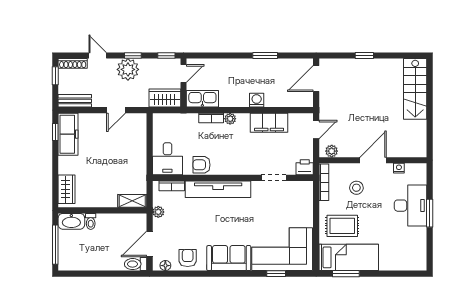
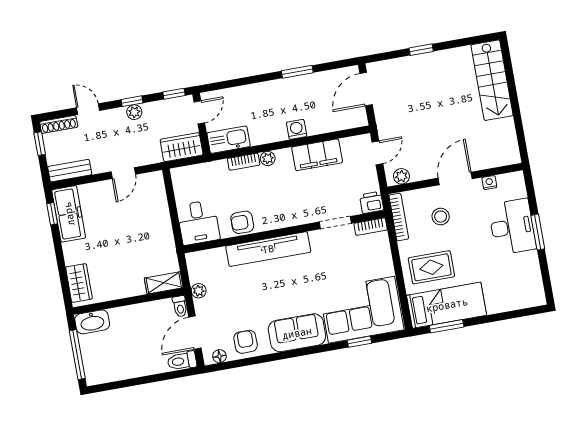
plant: (128, 69) -> (134, 112), width x0.53, depth x0.53
bookcase: (172, 186) -> (371, 227), moved
toilet: (91, 221) -> (180, 306), moved

